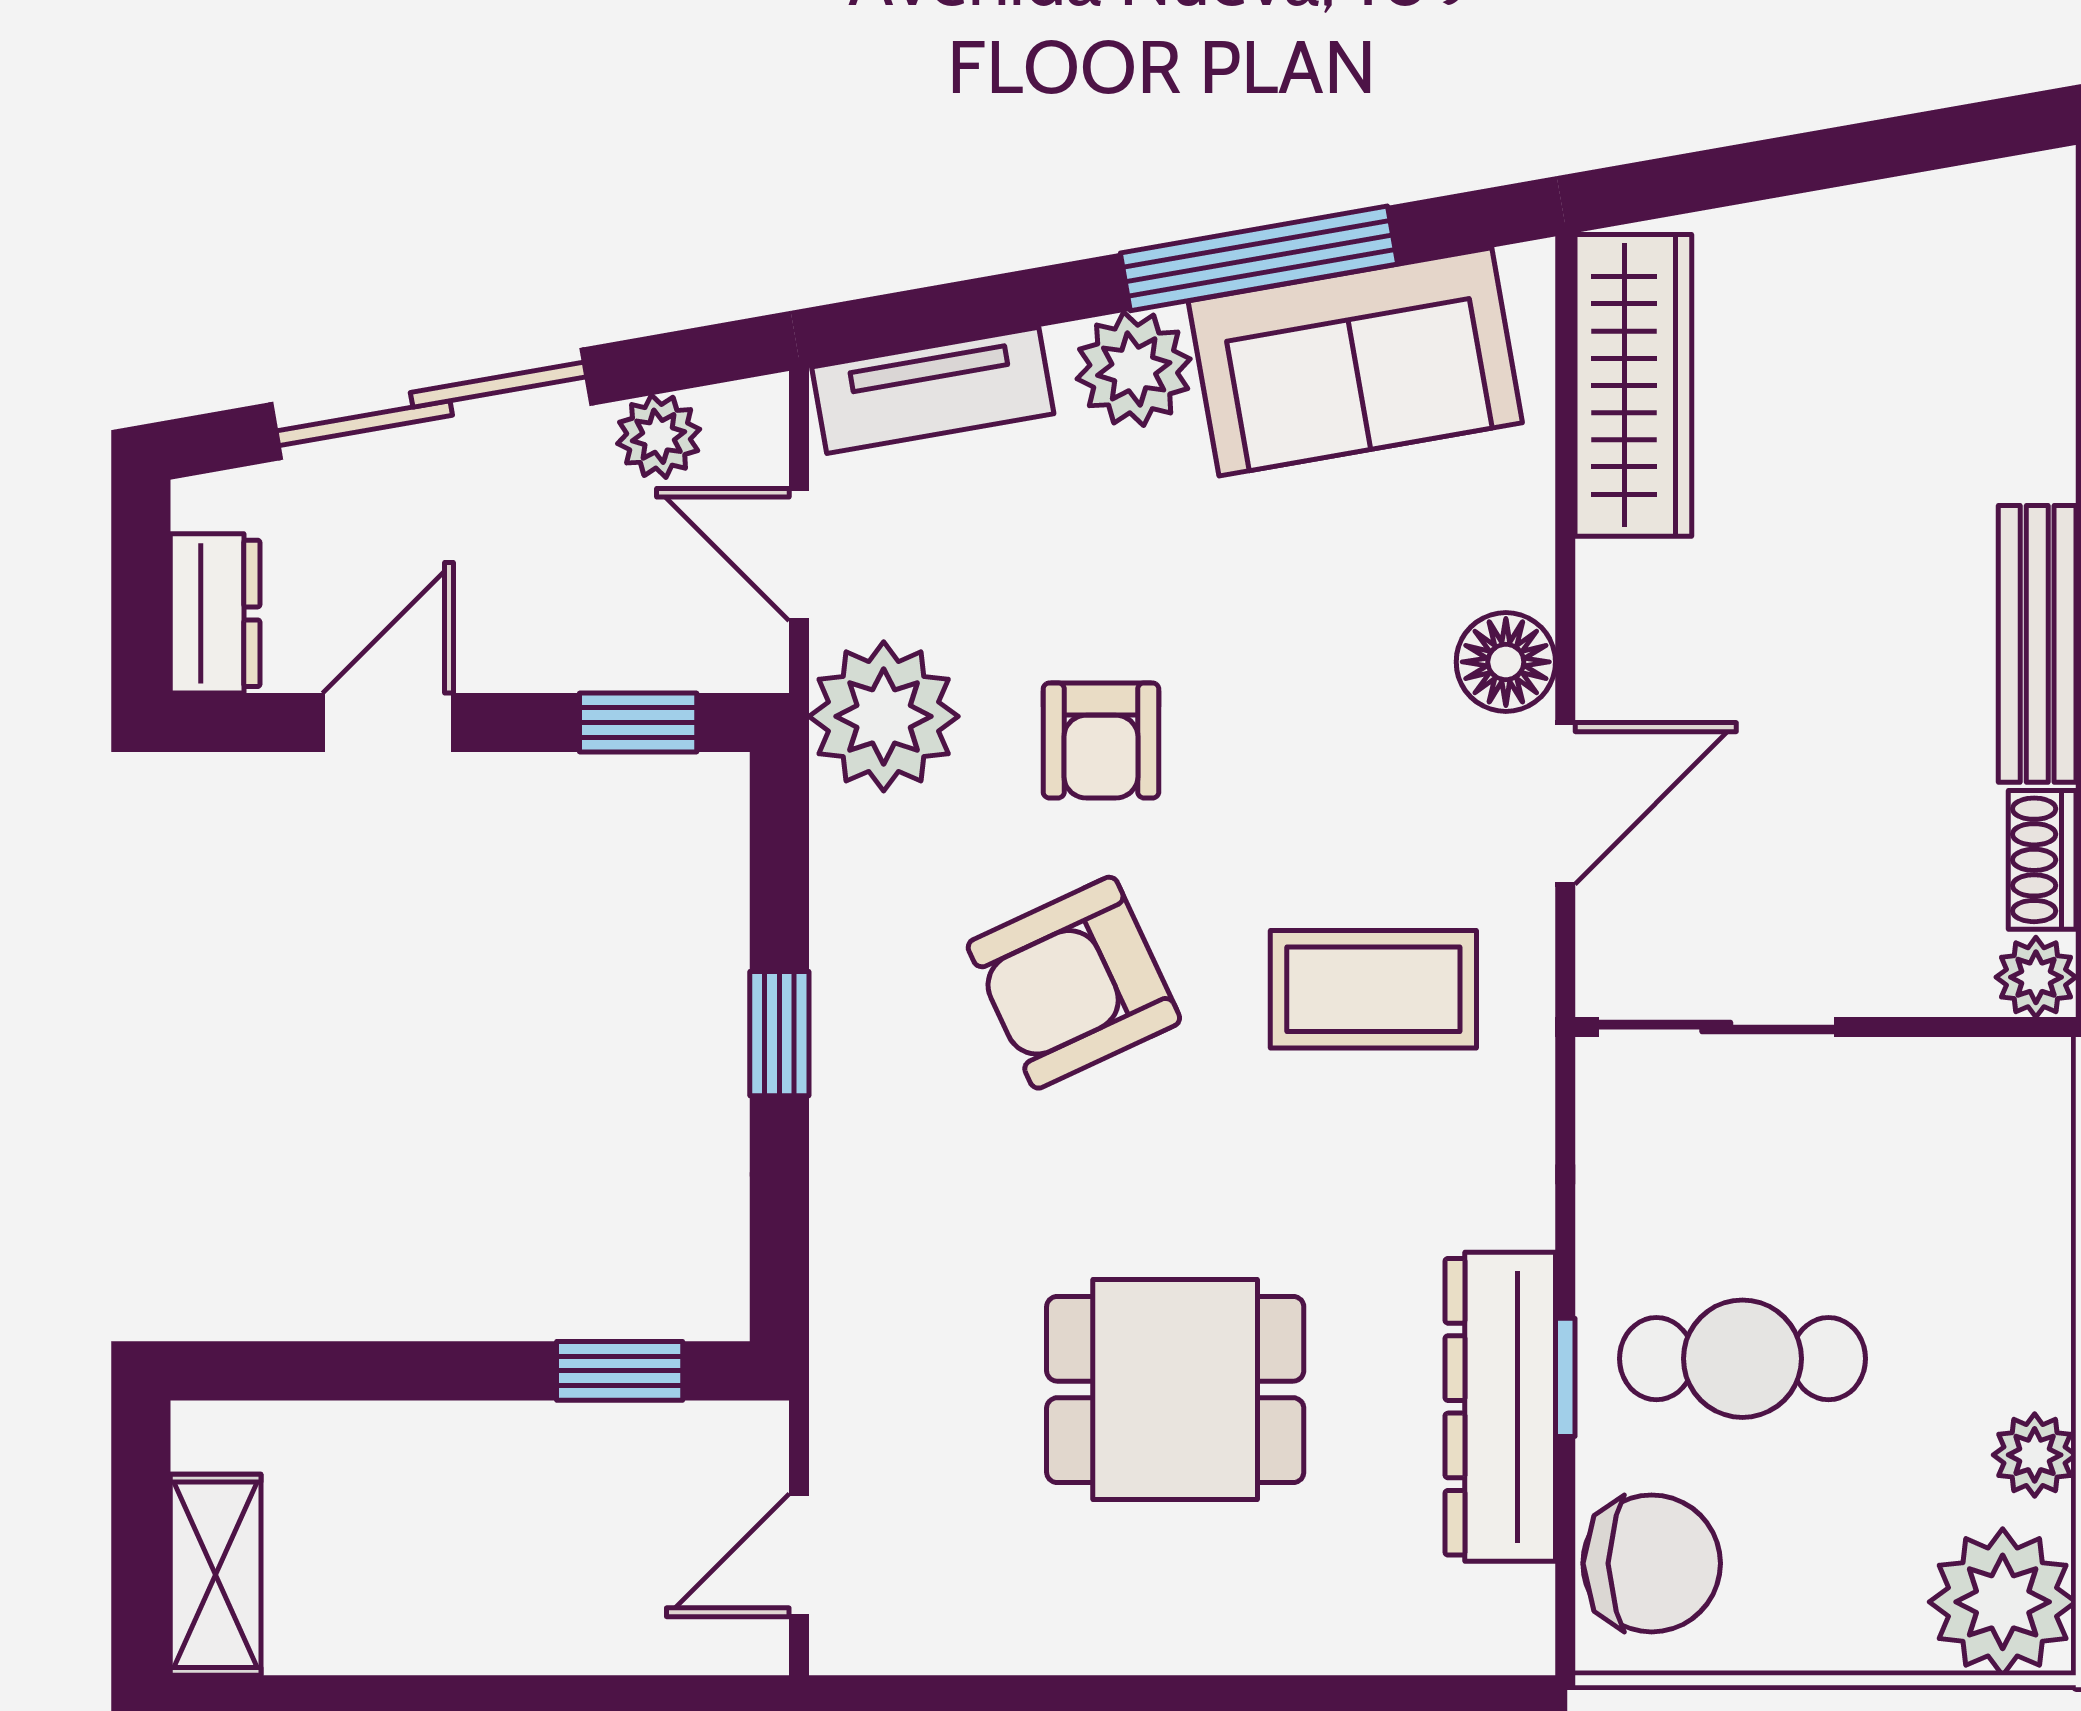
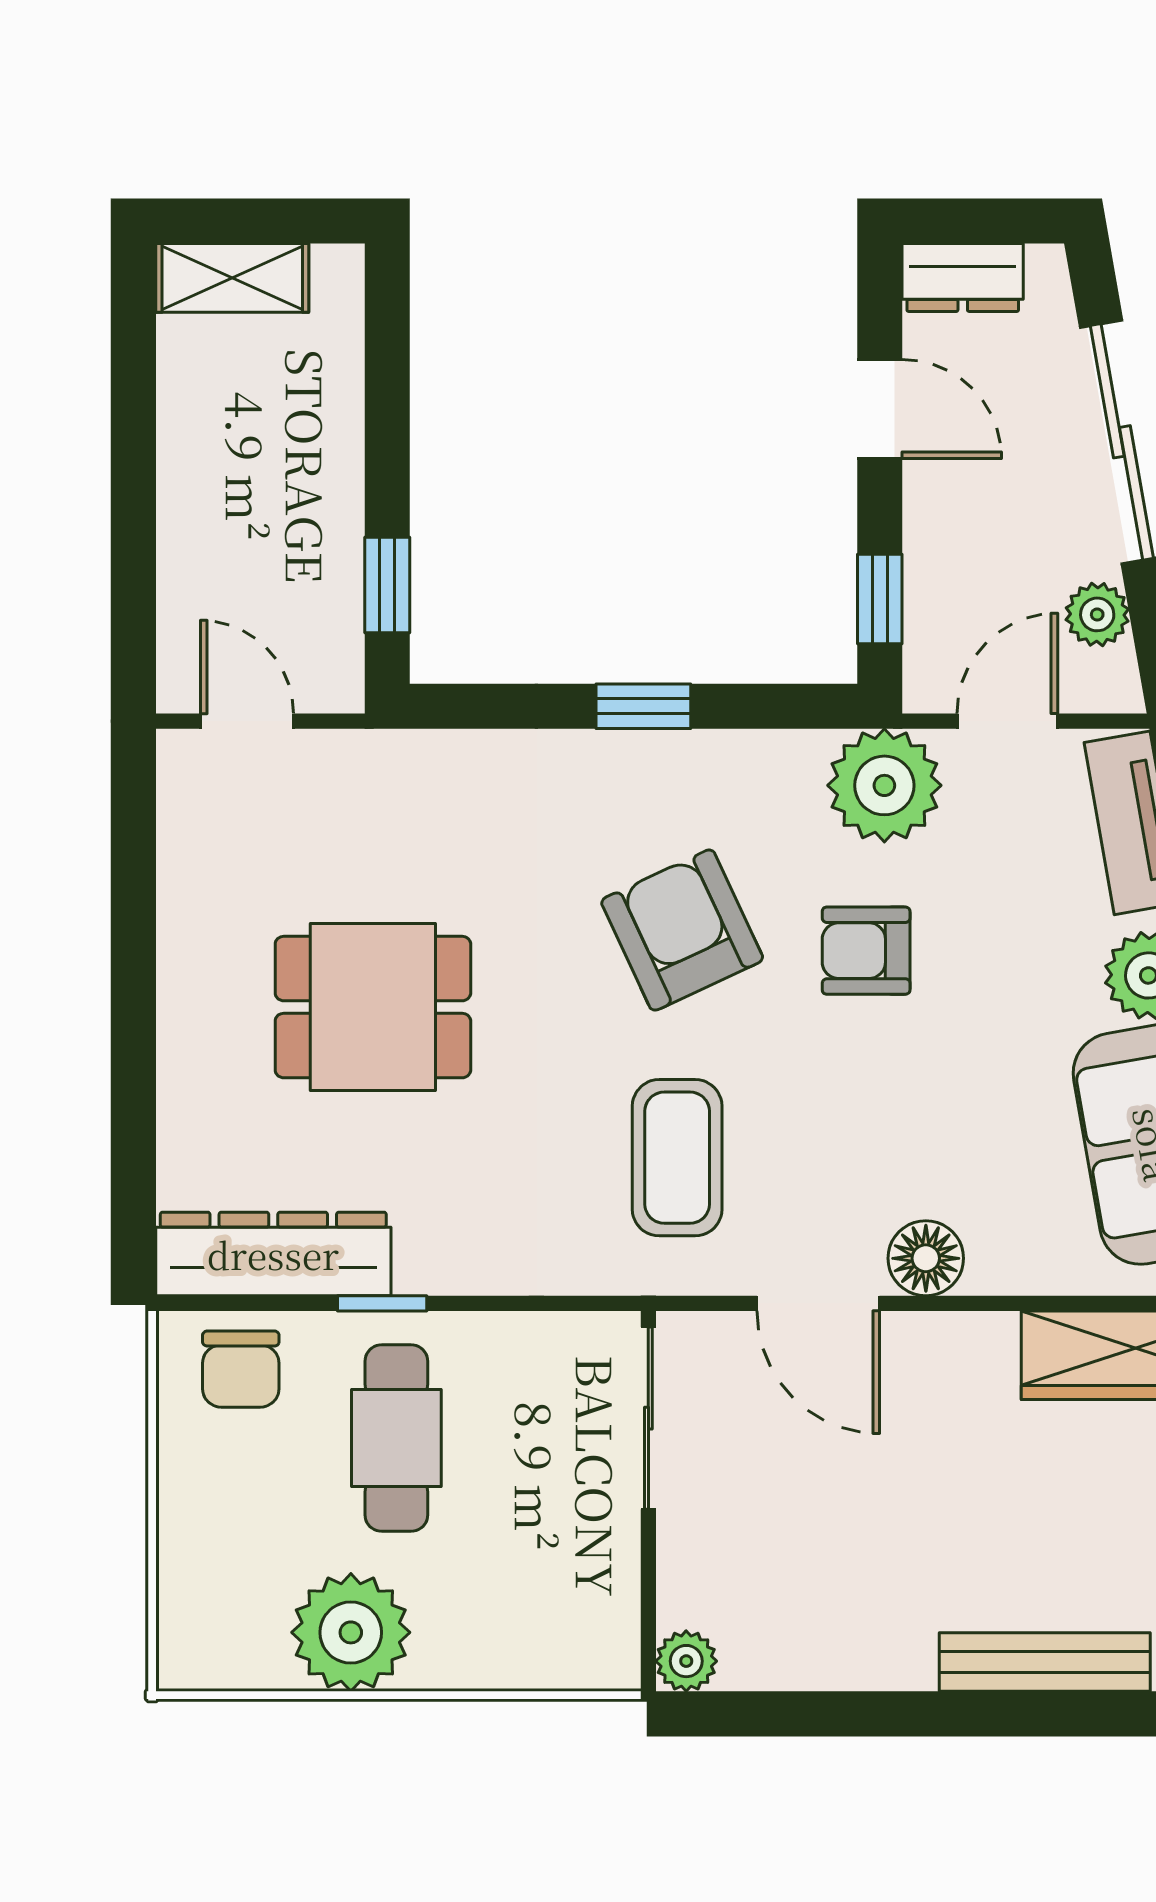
bench: (2037, 644) -> (1045, 1662), moved
shoe rack: (2042, 860) -> (775, 1666), removed
dining table: (1175, 1389) -> (373, 1007), turned 90
dresser: (1500, 1407) -> (273, 1254), moved
plant: (2035, 1455) -> (351, 1632), width x1.87, depth x1.87
chair: (1652, 1563) -> (241, 1369), width x0.73, depth x0.73
plant: (2003, 1602) -> (212, 1636), removed

